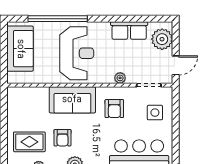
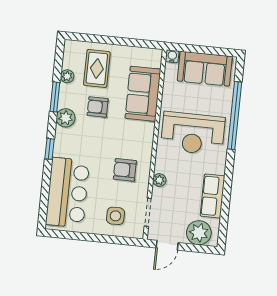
door: (176, 65) -> (167, 245), hinge flipped
water cooler: (12, 78) -> (172, 56), added
sofa: (72, 100) -> (143, 94), moved

